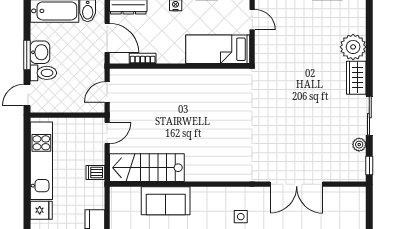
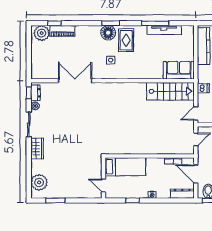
plant: (353, 47) -> (39, 182), moved
dresser: (359, 165) -> (35, 93), added
sofa: (166, 201) -> (179, 70), moved

